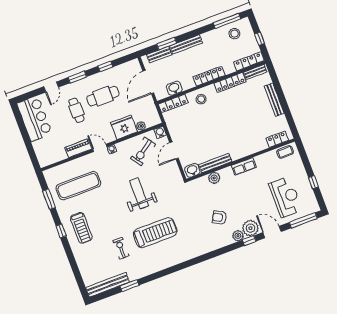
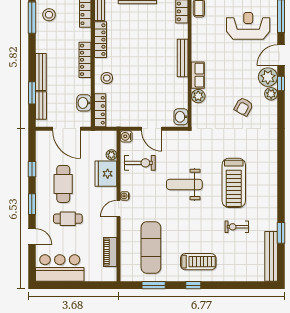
piano: (78, 148) -> (110, 252), moved
exercise bike: (143, 151) -> (140, 163), turned -54
bench: (215, 163) -> (183, 58), moved
row of seats: (244, 166) -> (198, 75), moved
treadmill: (155, 233) -> (234, 183), turned 180

